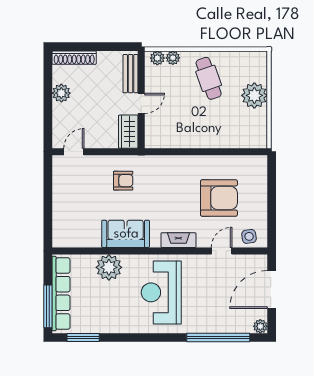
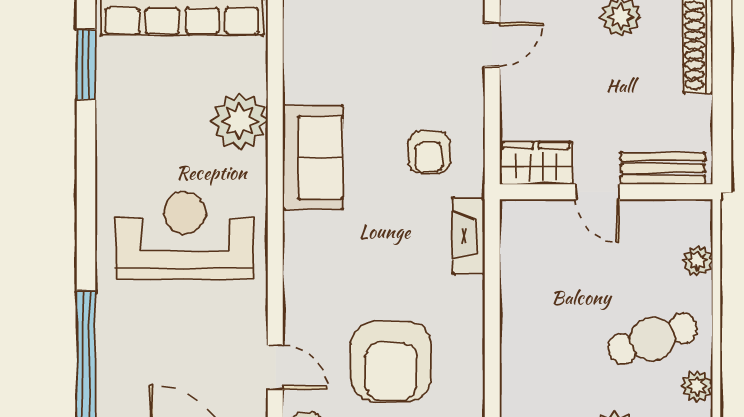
plant: (157, 58) -> (697, 386), moved
door: (74, 152) -> (492, 45), hinge flipped
fireplace: (178, 240) -> (469, 236), moved, turned 180

